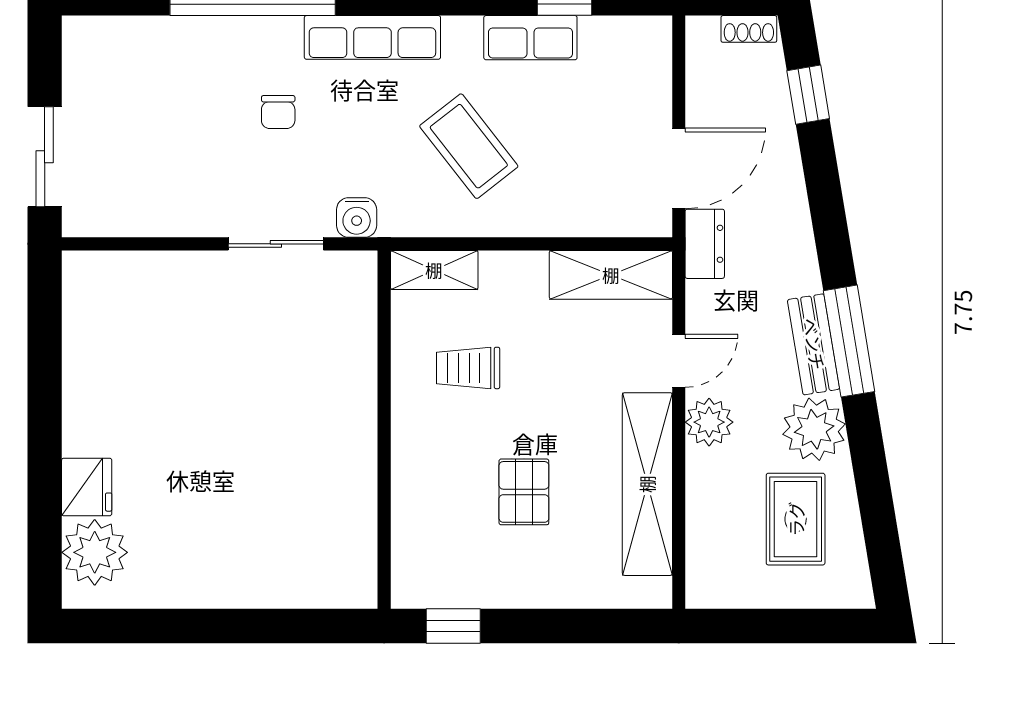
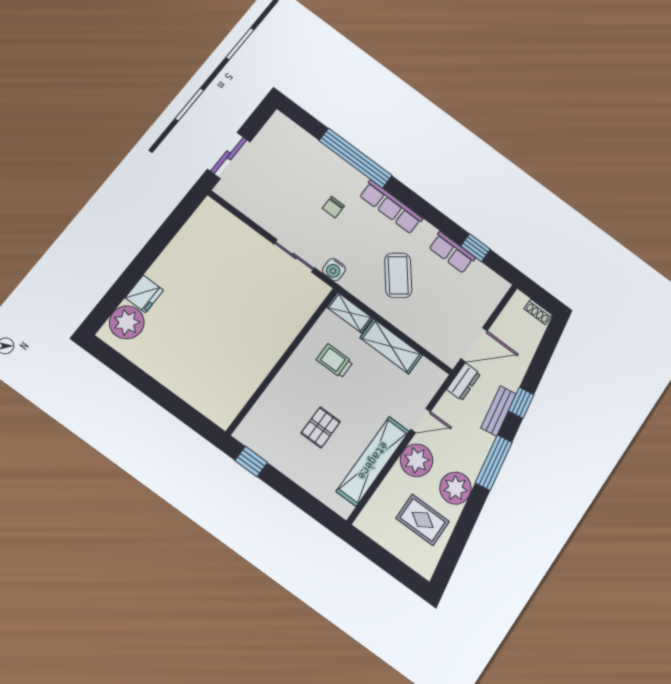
window: (808, 95) -> (521, 403), moved
shelving: (611, 275) -> (391, 346), moved
bench: (814, 344) -> (499, 411), moved
plant: (709, 422) -> (417, 460), width x1.36, depth x1.36
rug: (796, 519) -> (423, 520), turned 90

